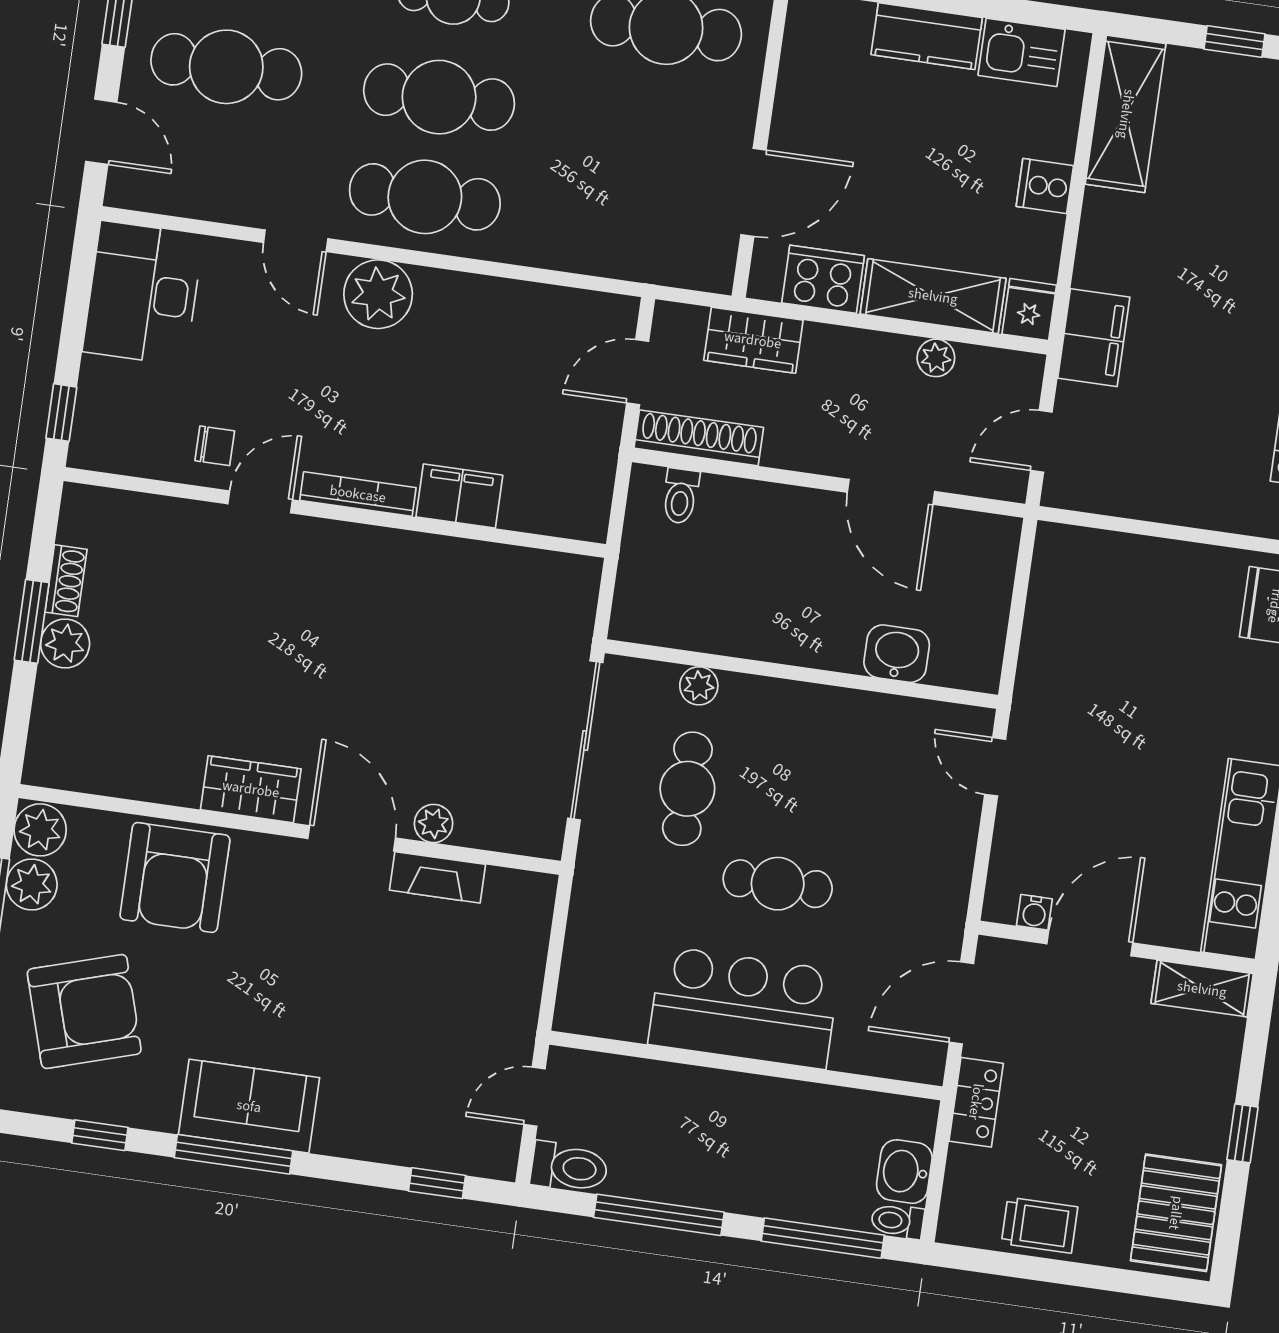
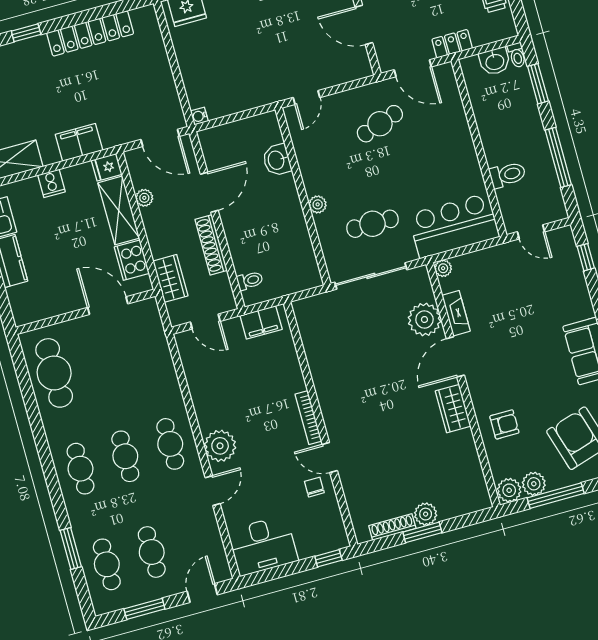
cafe table: (226, 67) -> (152, 552), width x0.73, depth x0.74
cafe table: (439, 97) -> (125, 456), width x0.73, depth x0.74
cafe table: (425, 197) -> (170, 444), width x0.73, depth x0.74
filing cabinet: (1094, 338) -> (79, 142), moved
shoe rack: (699, 438) -> (211, 245), moved
door: (1041, 441) -> (160, 138), width x1.38
filing cabinet: (459, 496) -> (261, 322), moved, turned -90
shoe rack: (66, 581) -> (392, 527), width x1.43
plant: (699, 686) -> (318, 204), moved
plant: (433, 823) -> (424, 319), width x1.87, depth x1.87
armchair: (175, 877) -> (504, 424), width x0.53, depth x0.53
cafe table: (778, 884) -> (380, 124), moved, turned 71
plant: (538, 891) -> (443, 268), added
water cooler: (1034, 912) -> (199, 116), moved, turned 180
bar counter: (744, 1008) -> (454, 226), moved, turned 90
toilet: (569, 1167) -> (508, 175), moved, turned 90
window: (823, 1238) -> (538, 84), width x0.69

